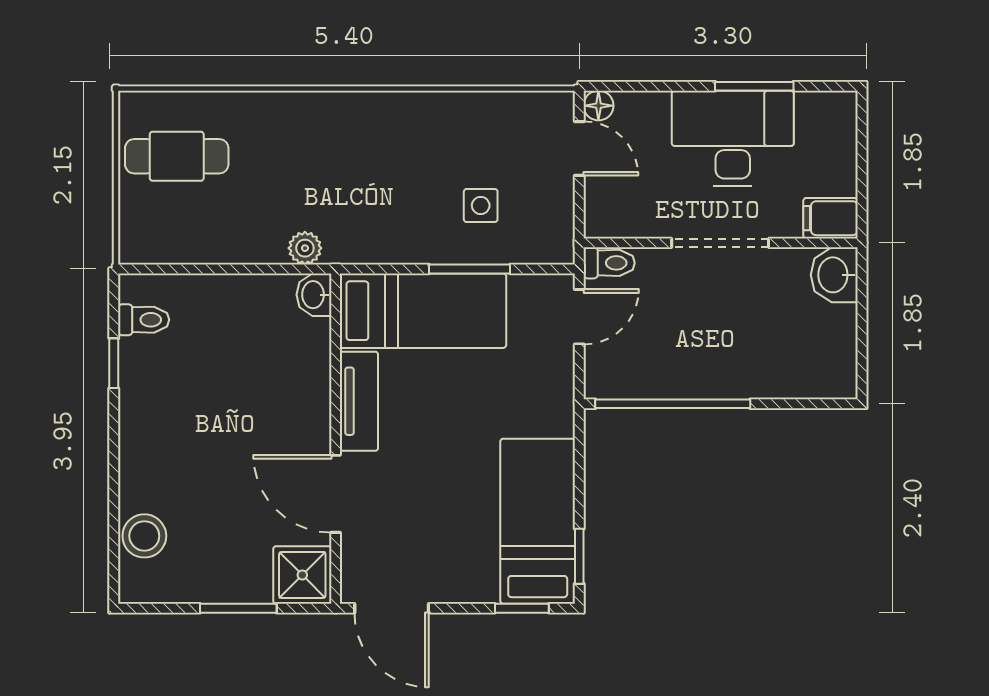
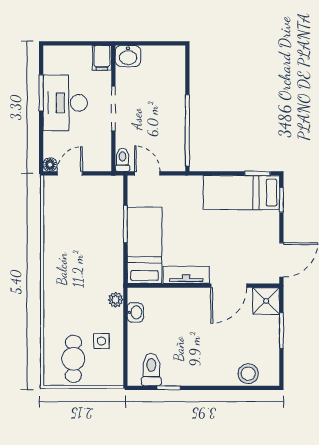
side table: (481, 205) -> (101, 341), moved
washbasin: (314, 295) -> (135, 312), moved, turned -90
toilet: (144, 320) -> (151, 370), width x1.37, depth x1.39

